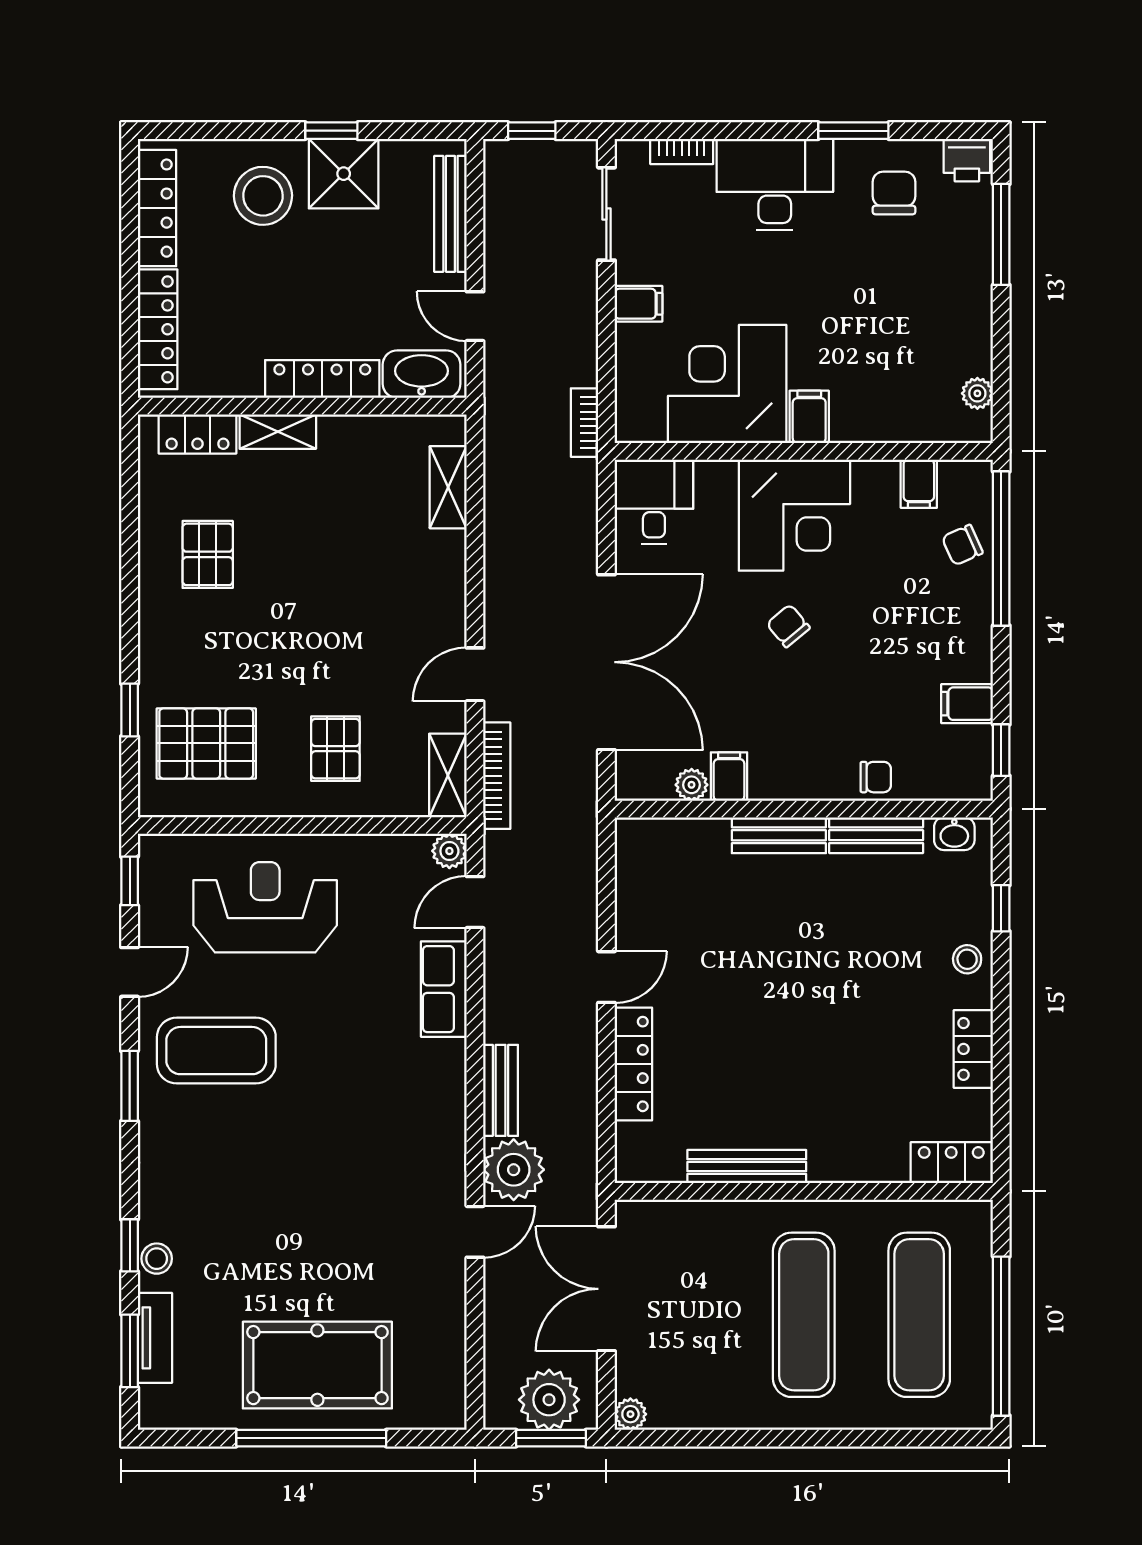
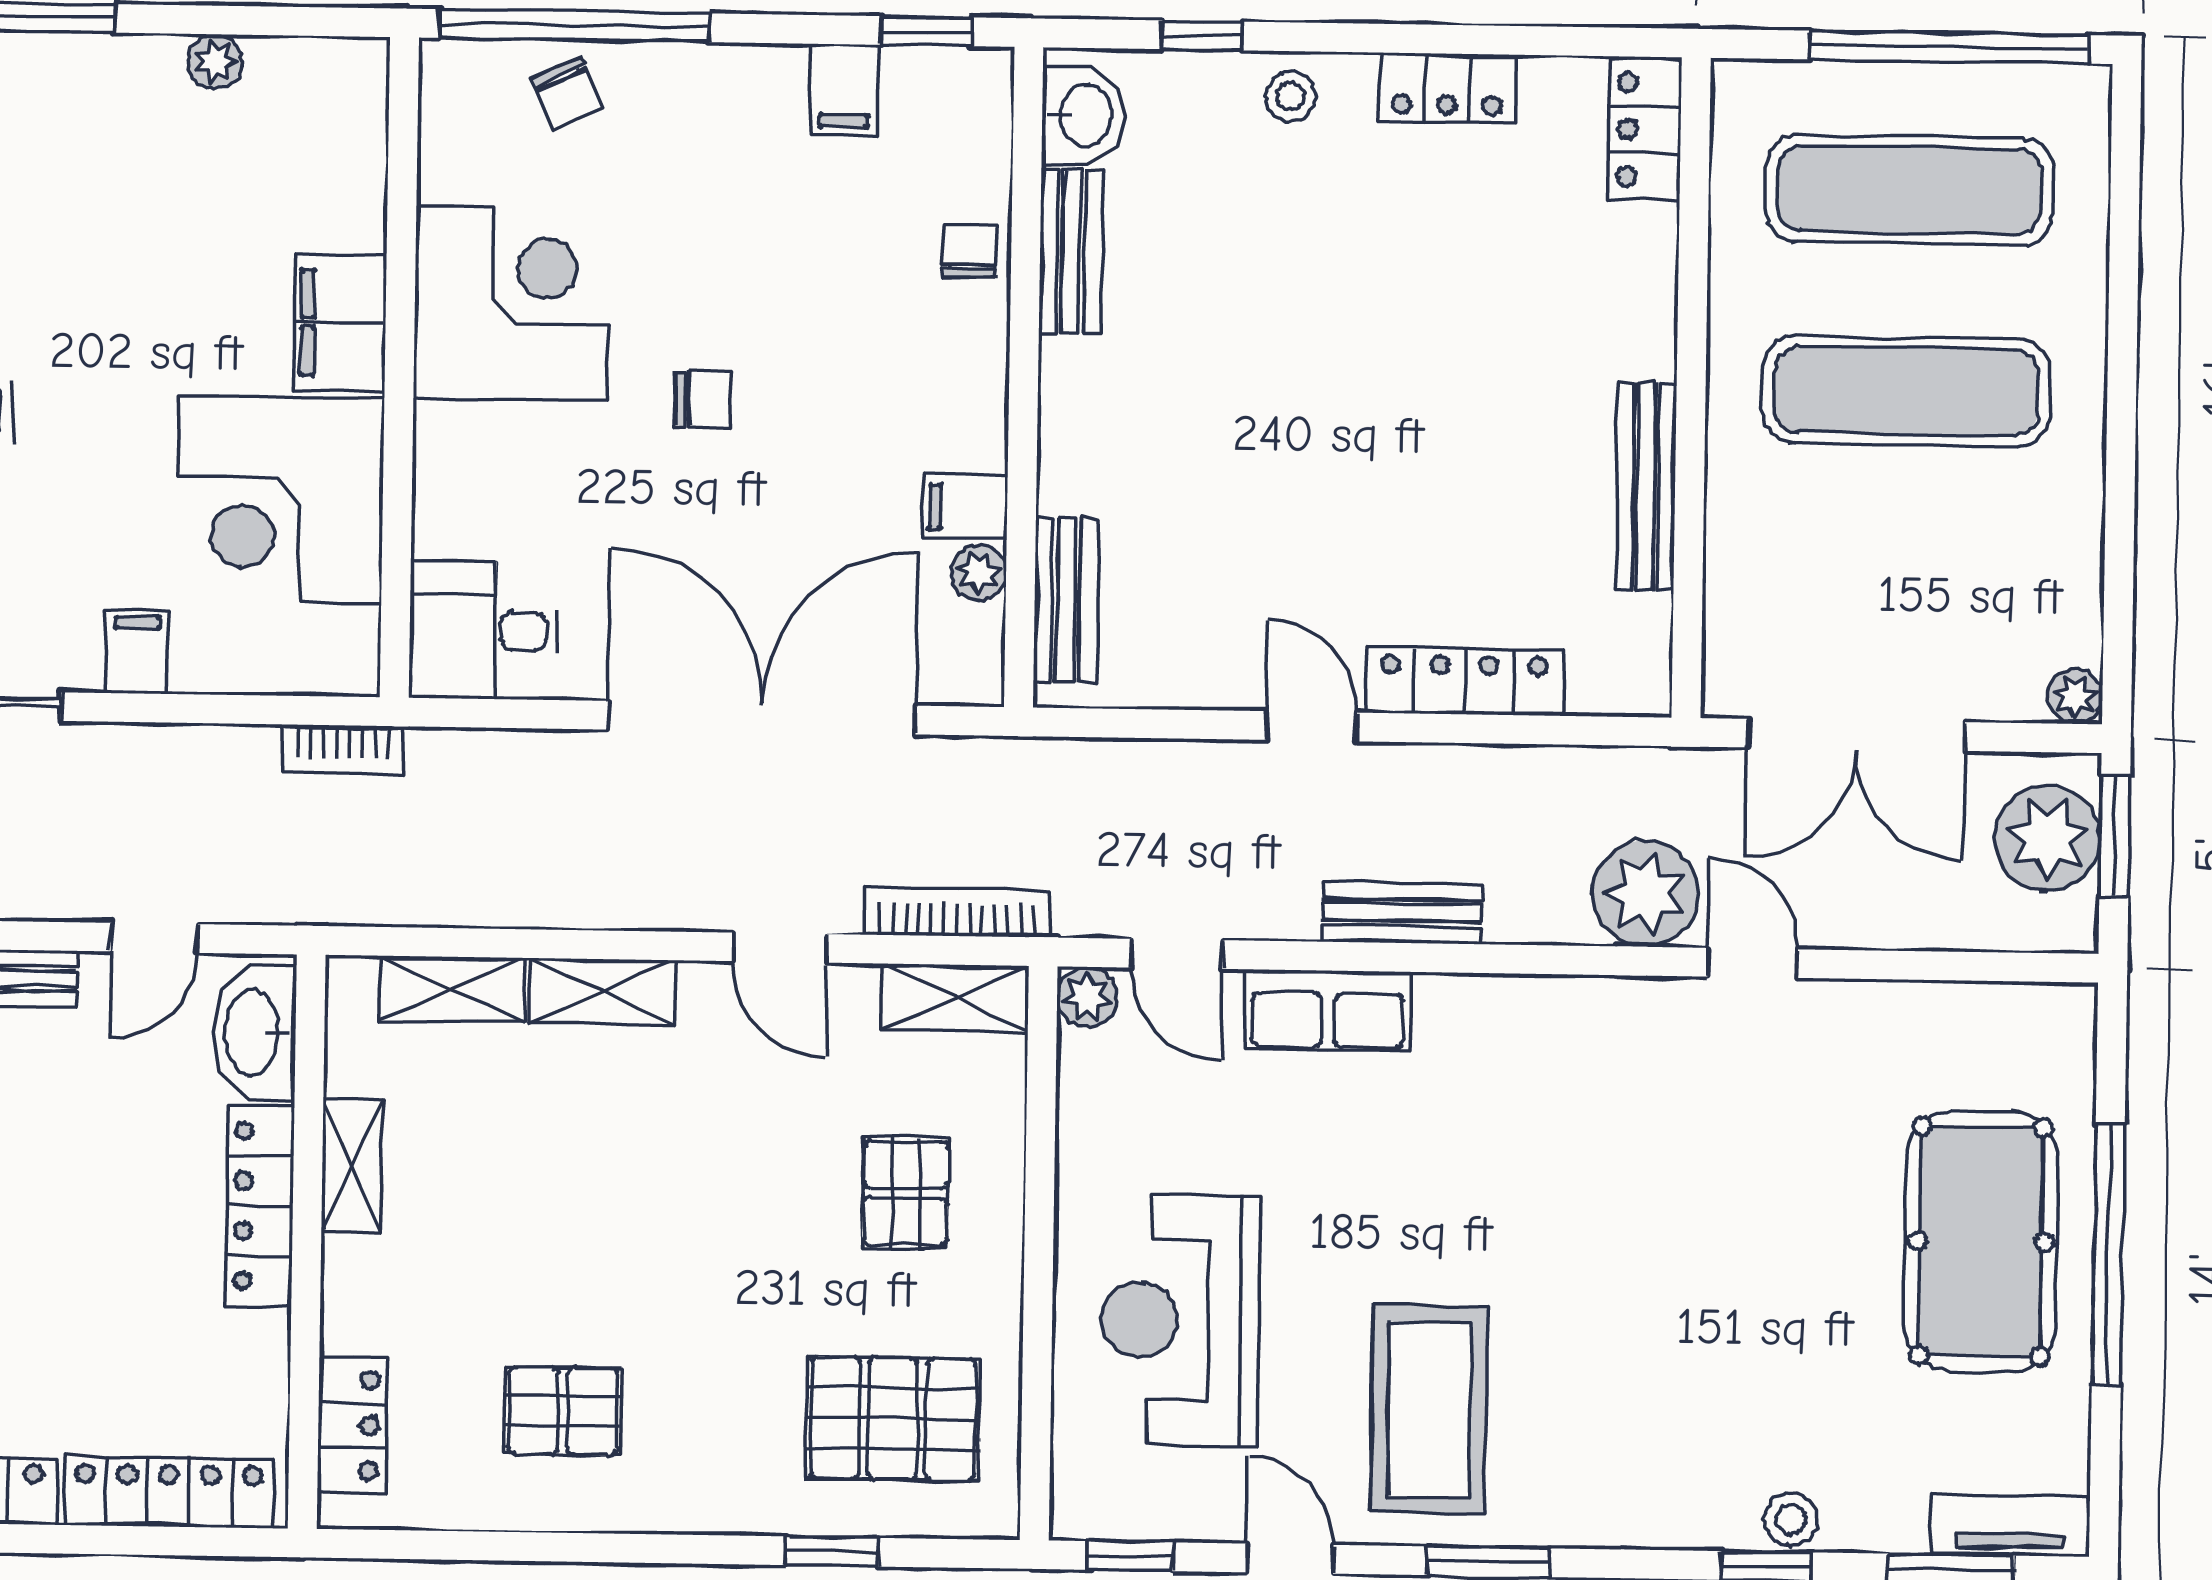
plant: (977, 393) -> (215, 61), moved
filing cabinet: (809, 417) -> (340, 323), width x2.00
shelving: (278, 432) -> (352, 1165), moved
filing cabinet: (919, 484) -> (459, 168), removed
corner desk: (794, 515) -> (512, 303), moved
shelving: (448, 573) -> (602, 992), added
chair: (788, 626) -> (704, 399), turned -140
pallet: (206, 743) -> (893, 1419), turned 90
pallet: (335, 749) -> (905, 1193), turned 90
washbasin: (954, 834) -> (1084, 115), width x1.38, depth x1.45
bench: (779, 835) -> (1066, 600), moved
bench: (501, 1090) -> (1402, 913), moved
tv unit: (155, 1338) -> (2010, 1526), moved

